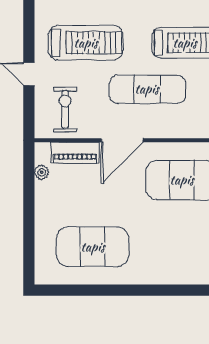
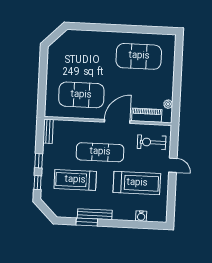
treadmill: (86, 43) -> (137, 183), turned 180
exercise bike: (65, 109) -> (152, 142), turned 90

